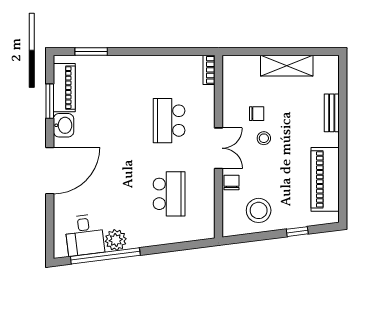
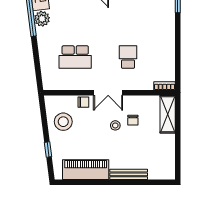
shelving: (287, 66) -> (168, 114), moved
bench: (332, 113) -> (129, 174), width x1.36
school desk: (169, 121) -> (128, 57), width x0.54

